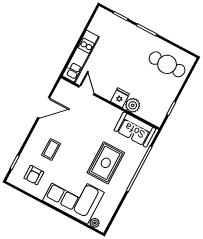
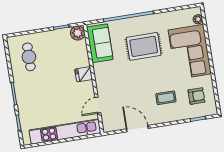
kitchen unit: (81, 56) -> (65, 132), width x1.36
cafe table: (167, 64) -> (29, 57), width x0.73, depth x0.74
plant: (133, 105) -> (78, 33), moved

